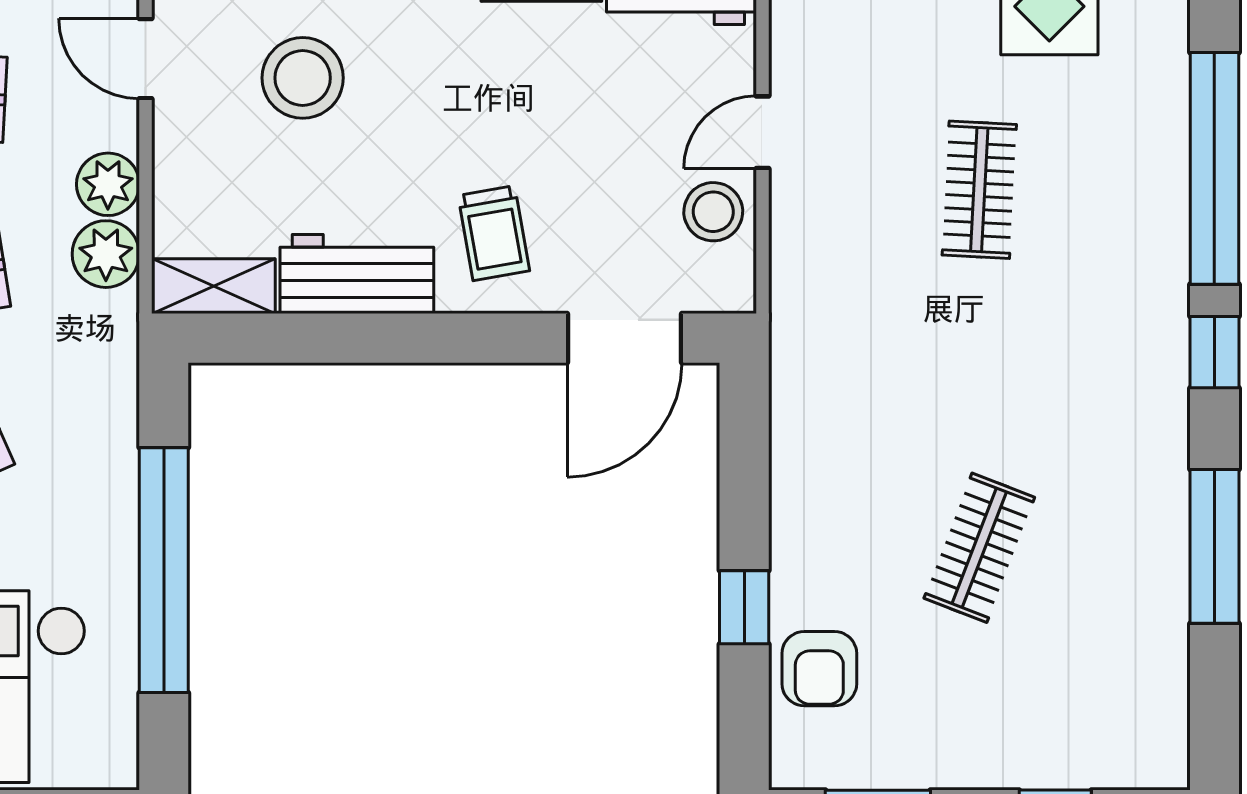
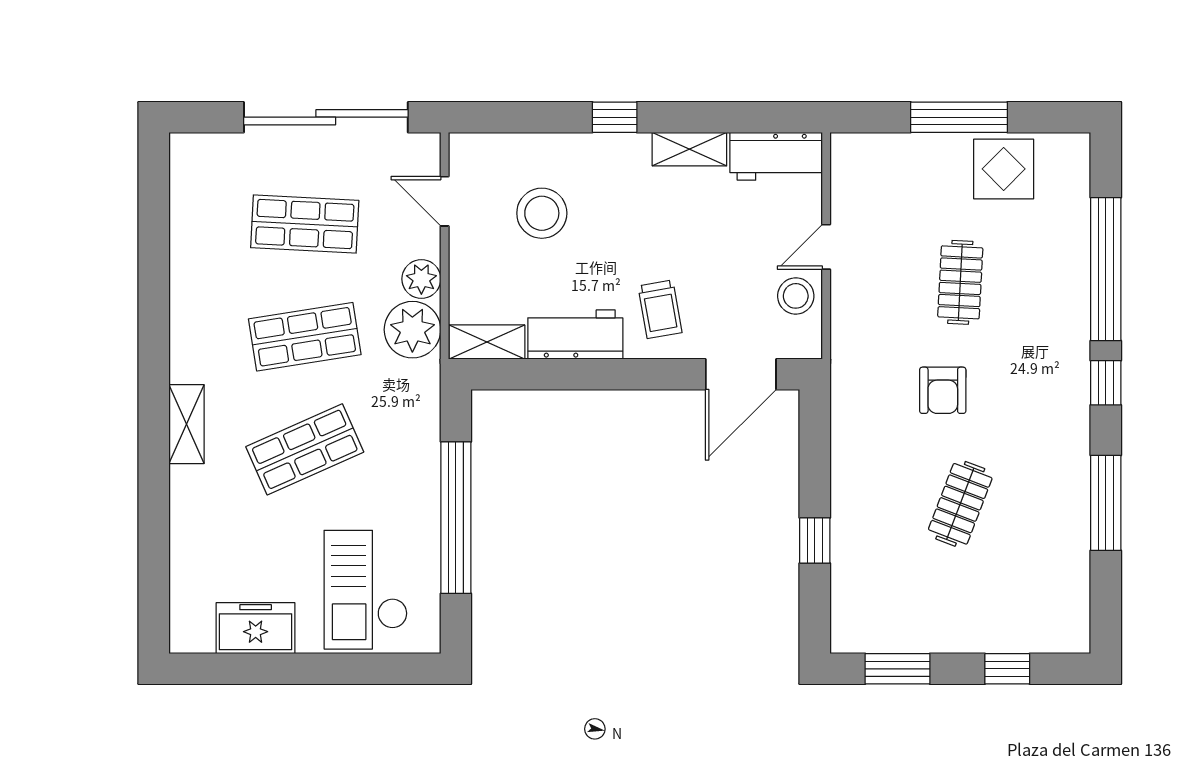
plant: (106, 254) -> (412, 330), width x1.36, depth x1.36
armchair: (819, 669) -> (943, 390), moved

